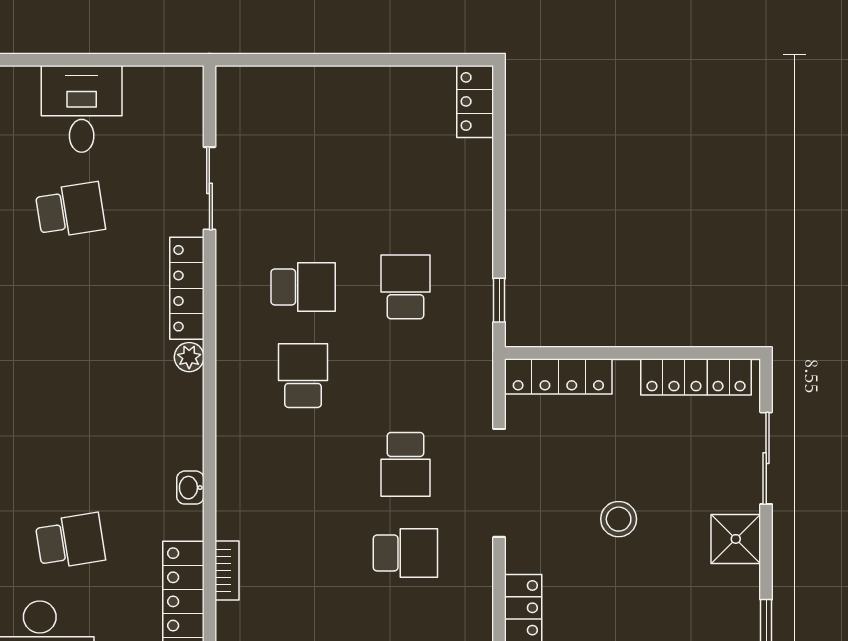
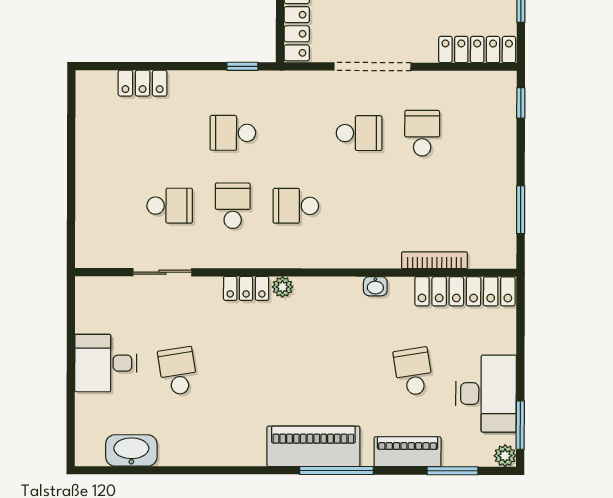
locker: (475, 101) -> (143, 83), moved
school desk: (303, 198) -> (170, 206), added
locker: (187, 288) -> (246, 288), width x0.66
bookcase: (227, 571) -> (434, 260), width x1.56

